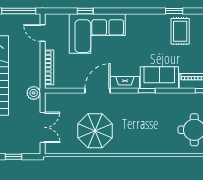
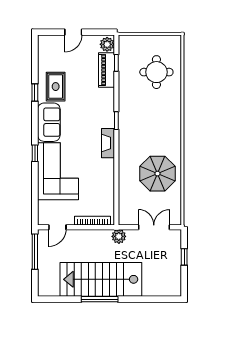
window: (85, 11) -> (35, 153), moved
rug: (180, 31) -> (56, 87), turned 90
sofa: (159, 78) -> (49, 122), moved, turned 180
door: (98, 91) -> (116, 171), removed

